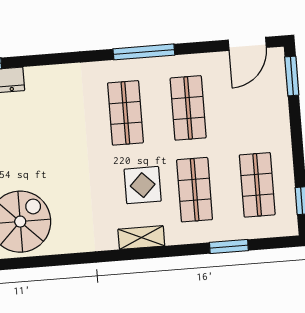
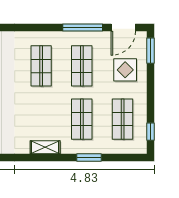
window: (144, 52) -> (83, 28), moved
display table: (143, 185) -> (125, 70), moved
window: (229, 247) -> (89, 158), moved

